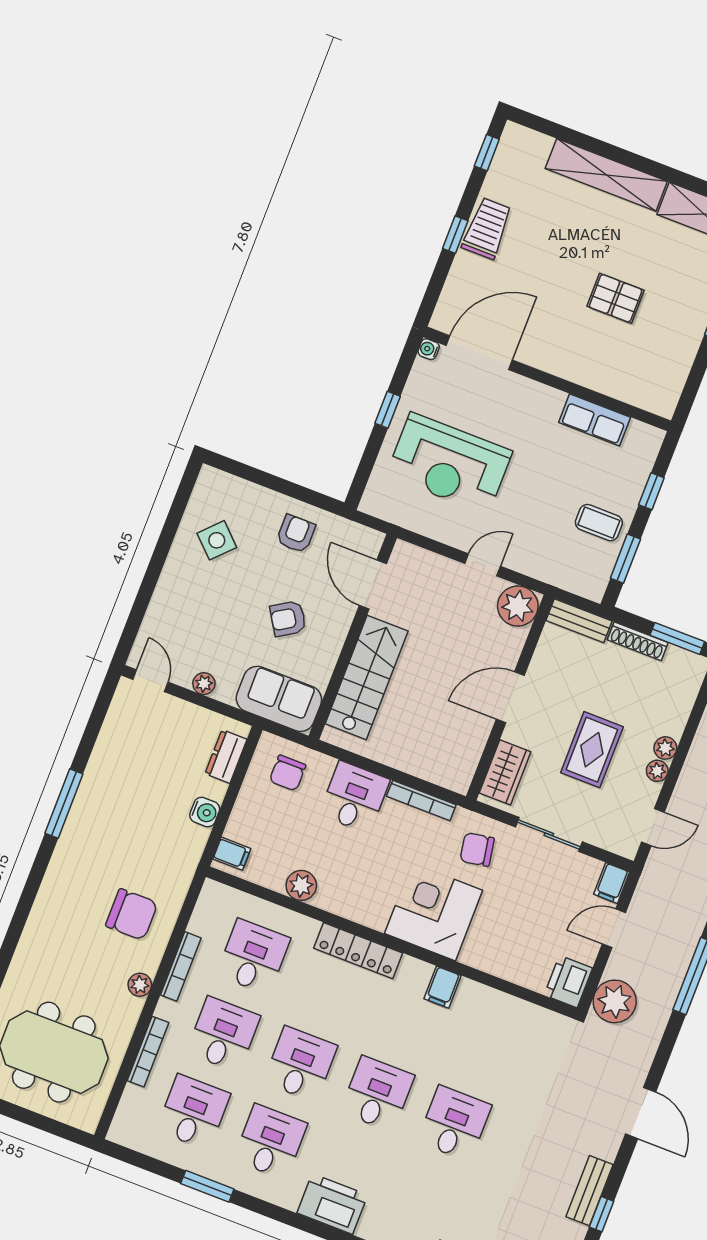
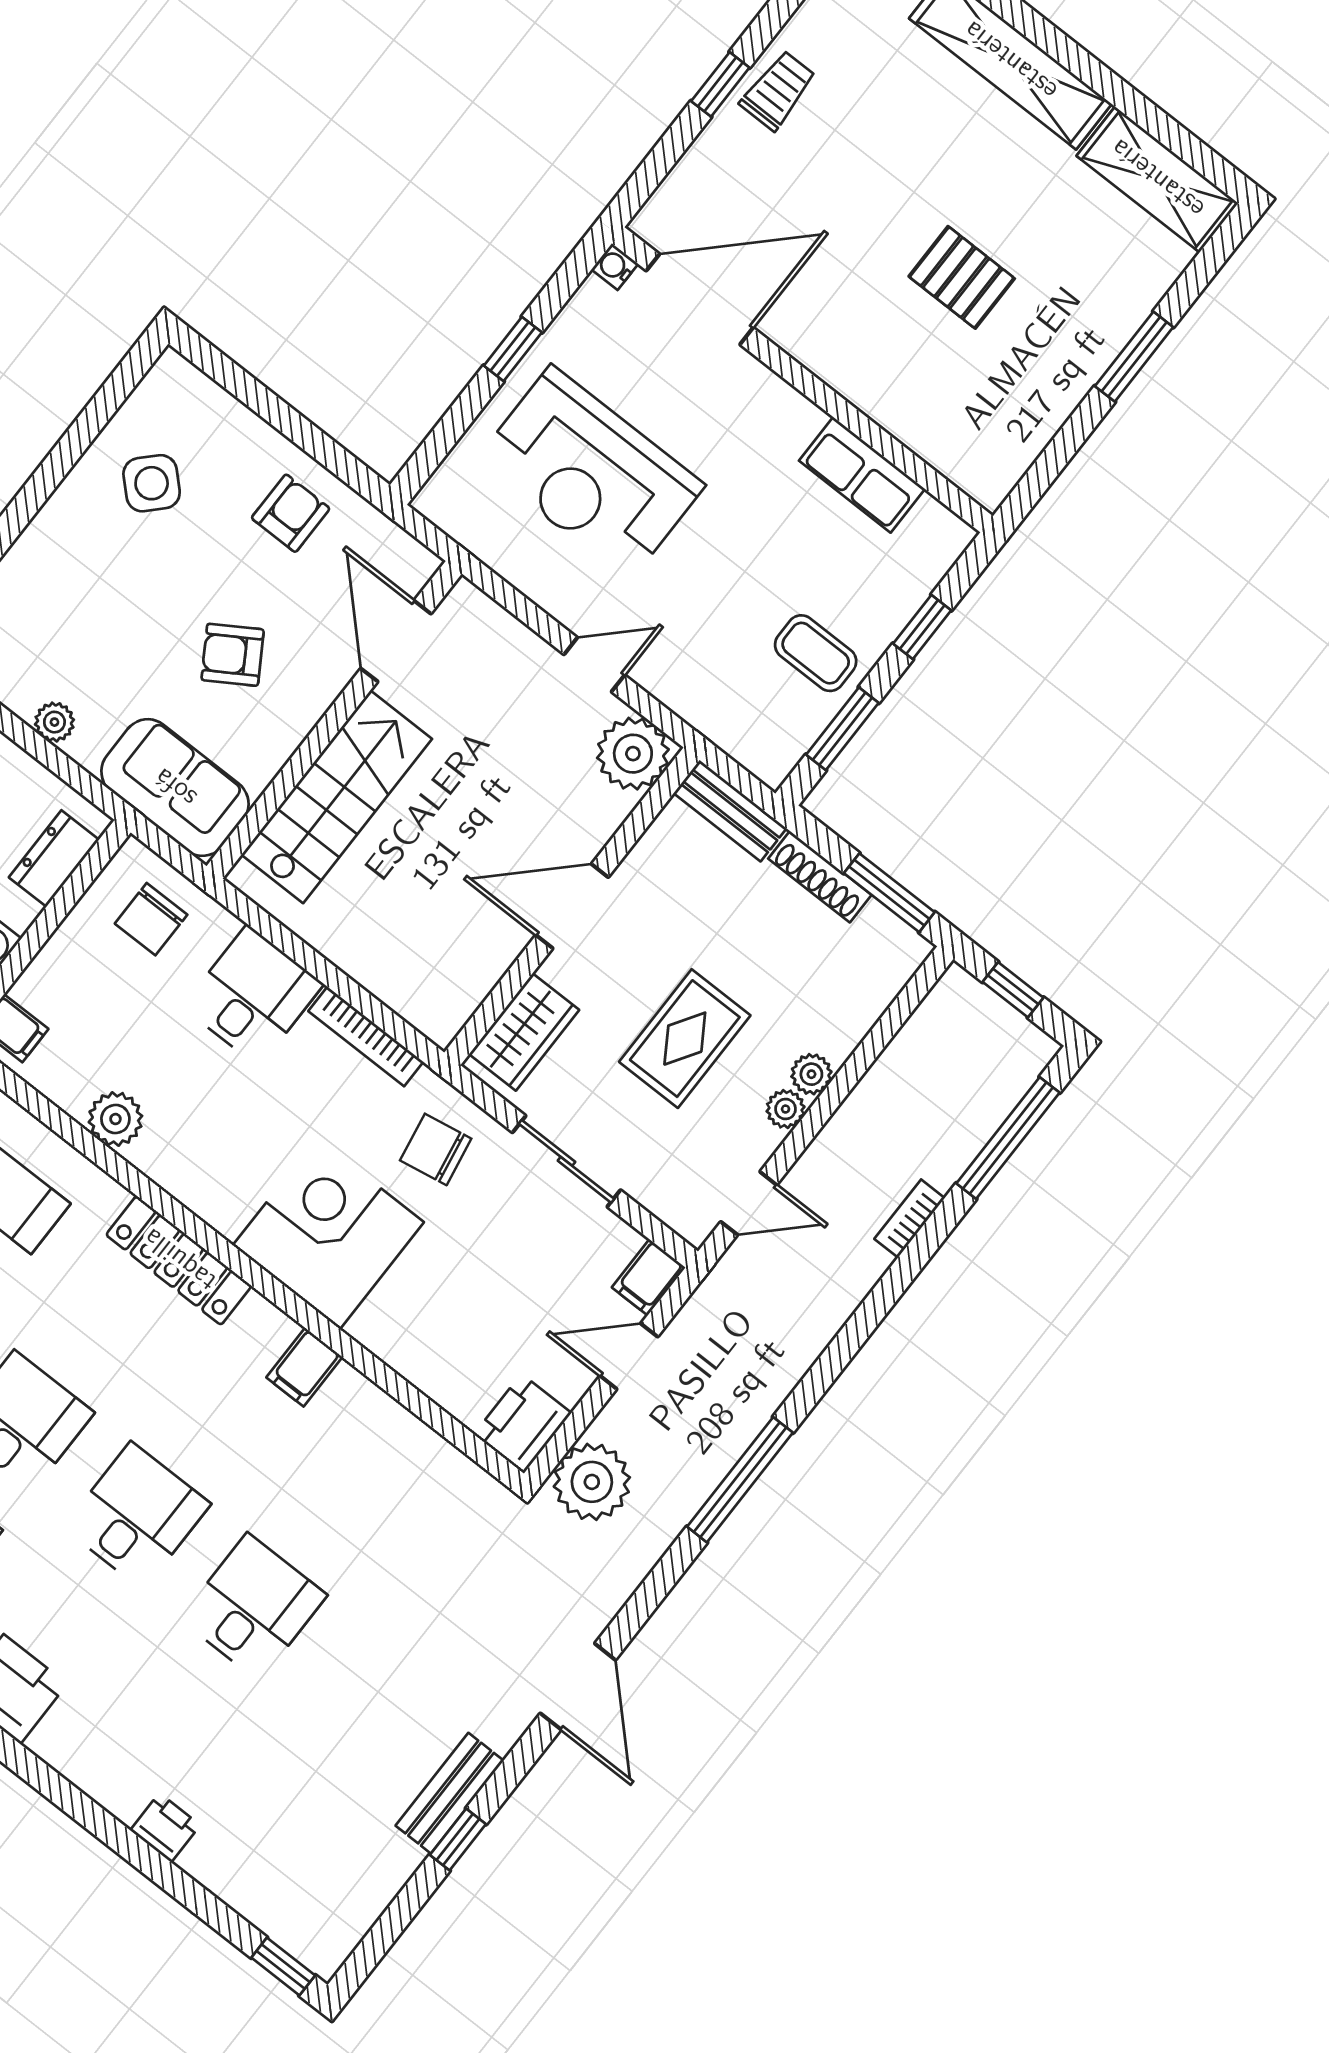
trolley: (487, 228) -> (778, 90), width x0.73, depth x0.72

